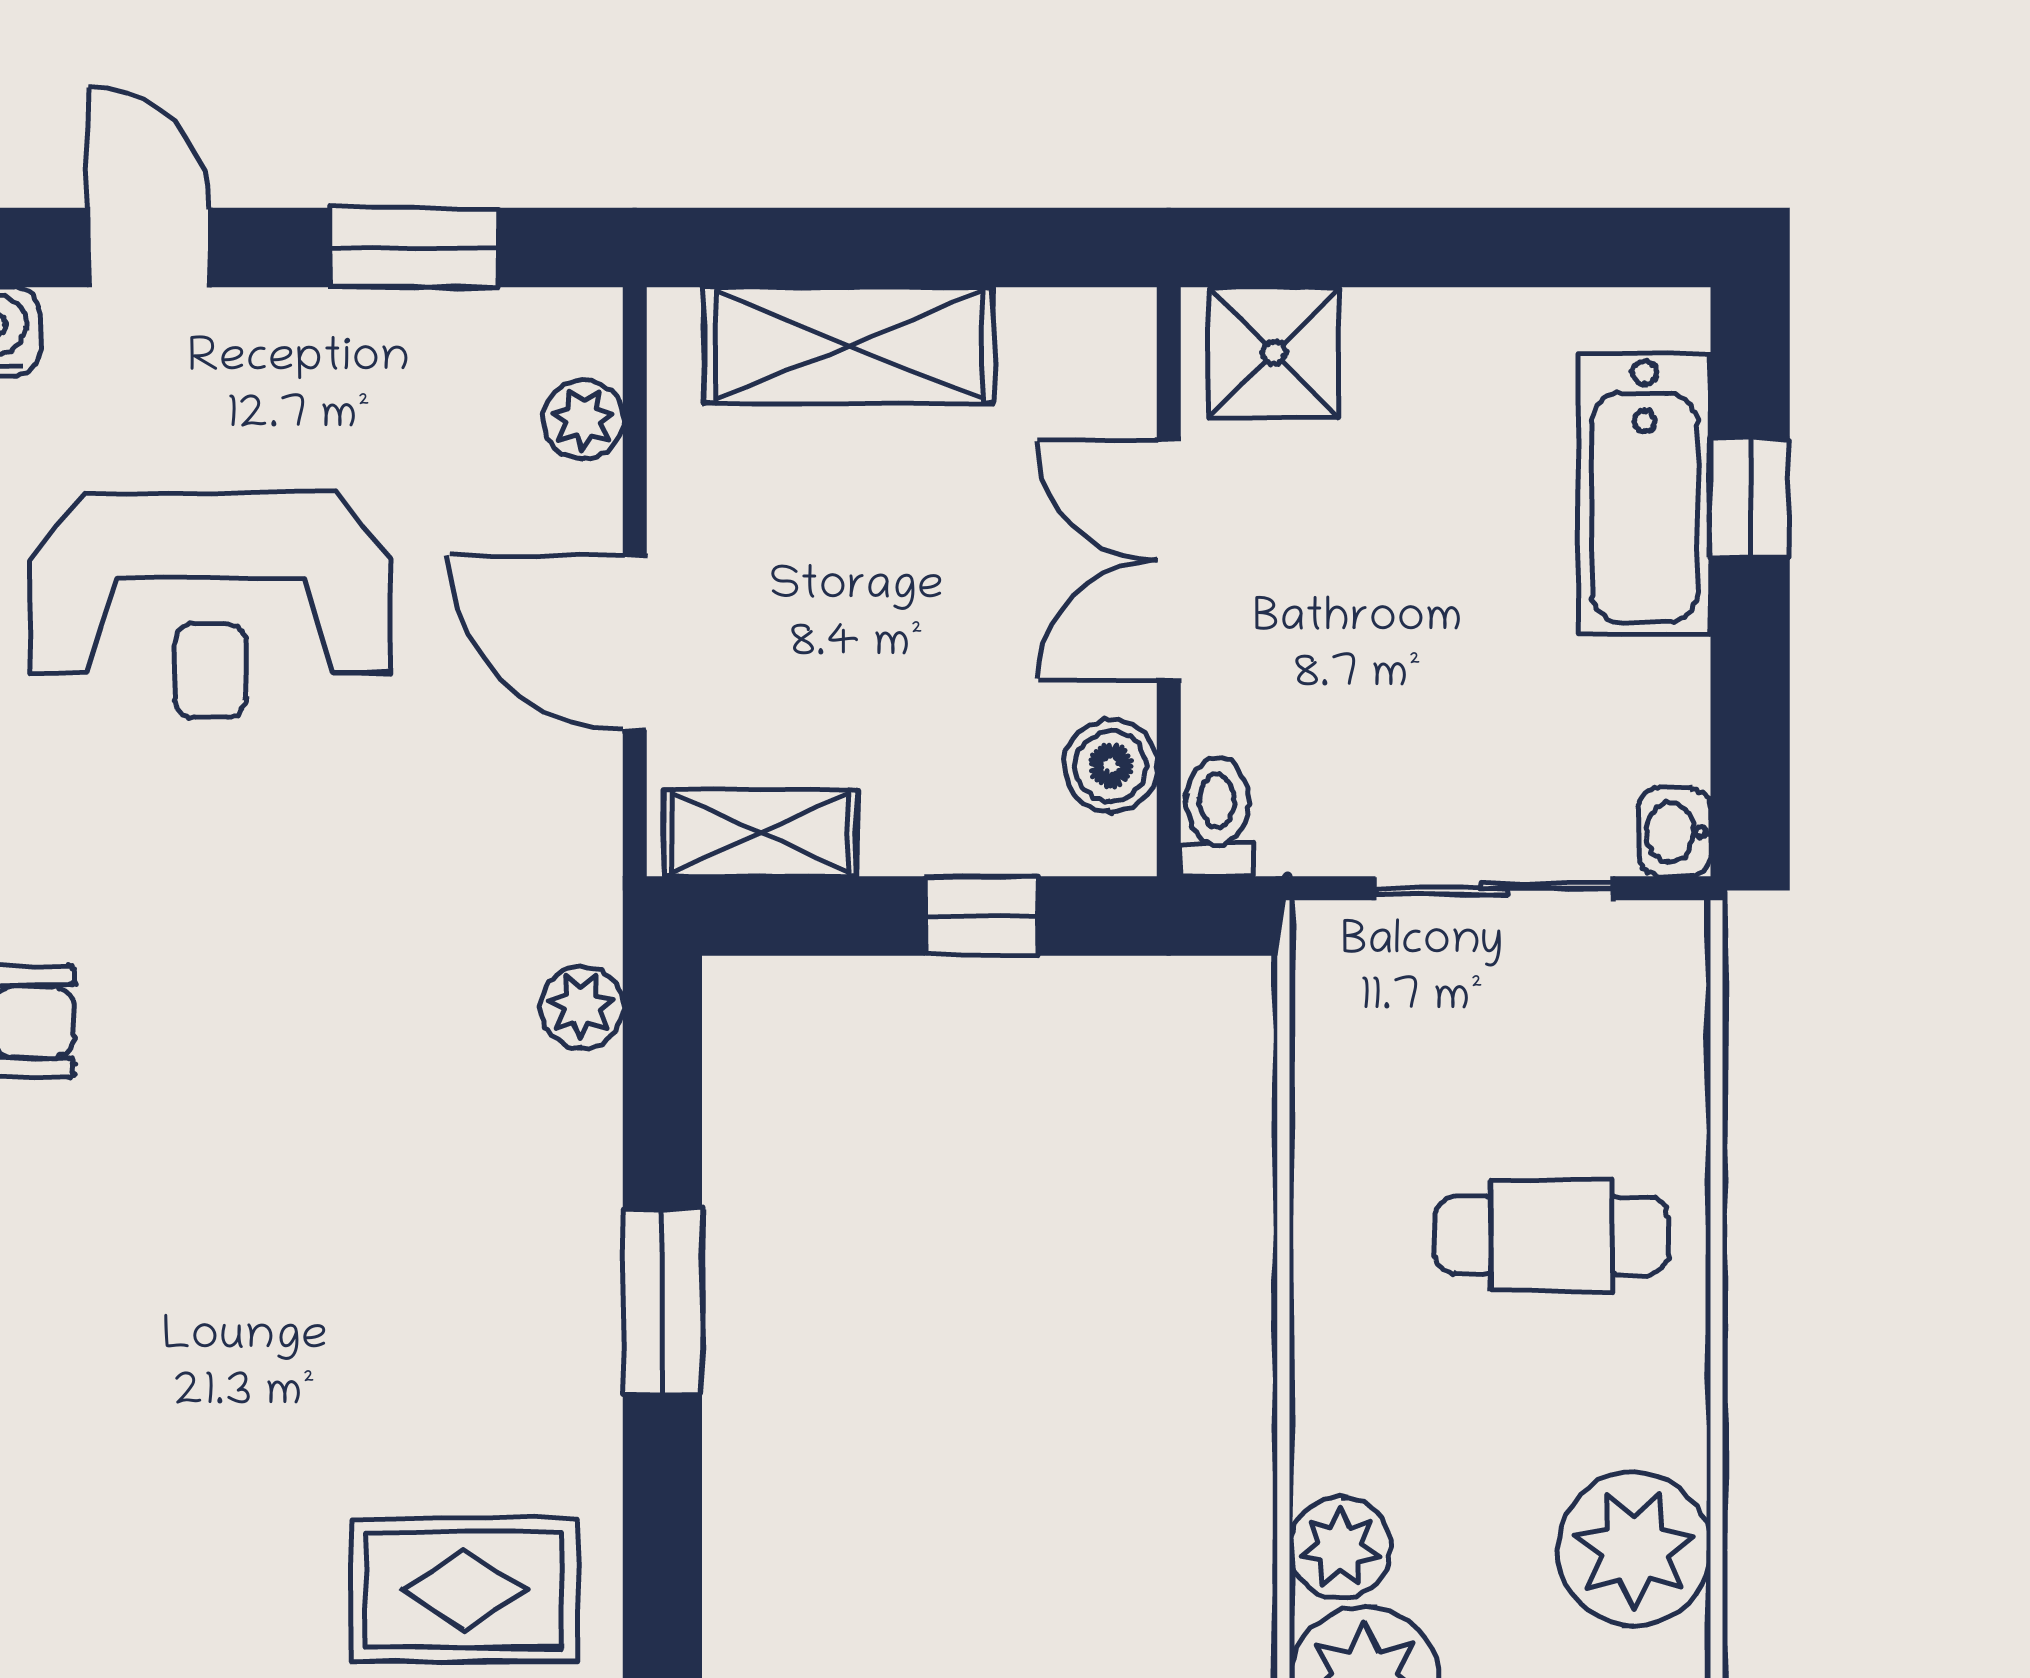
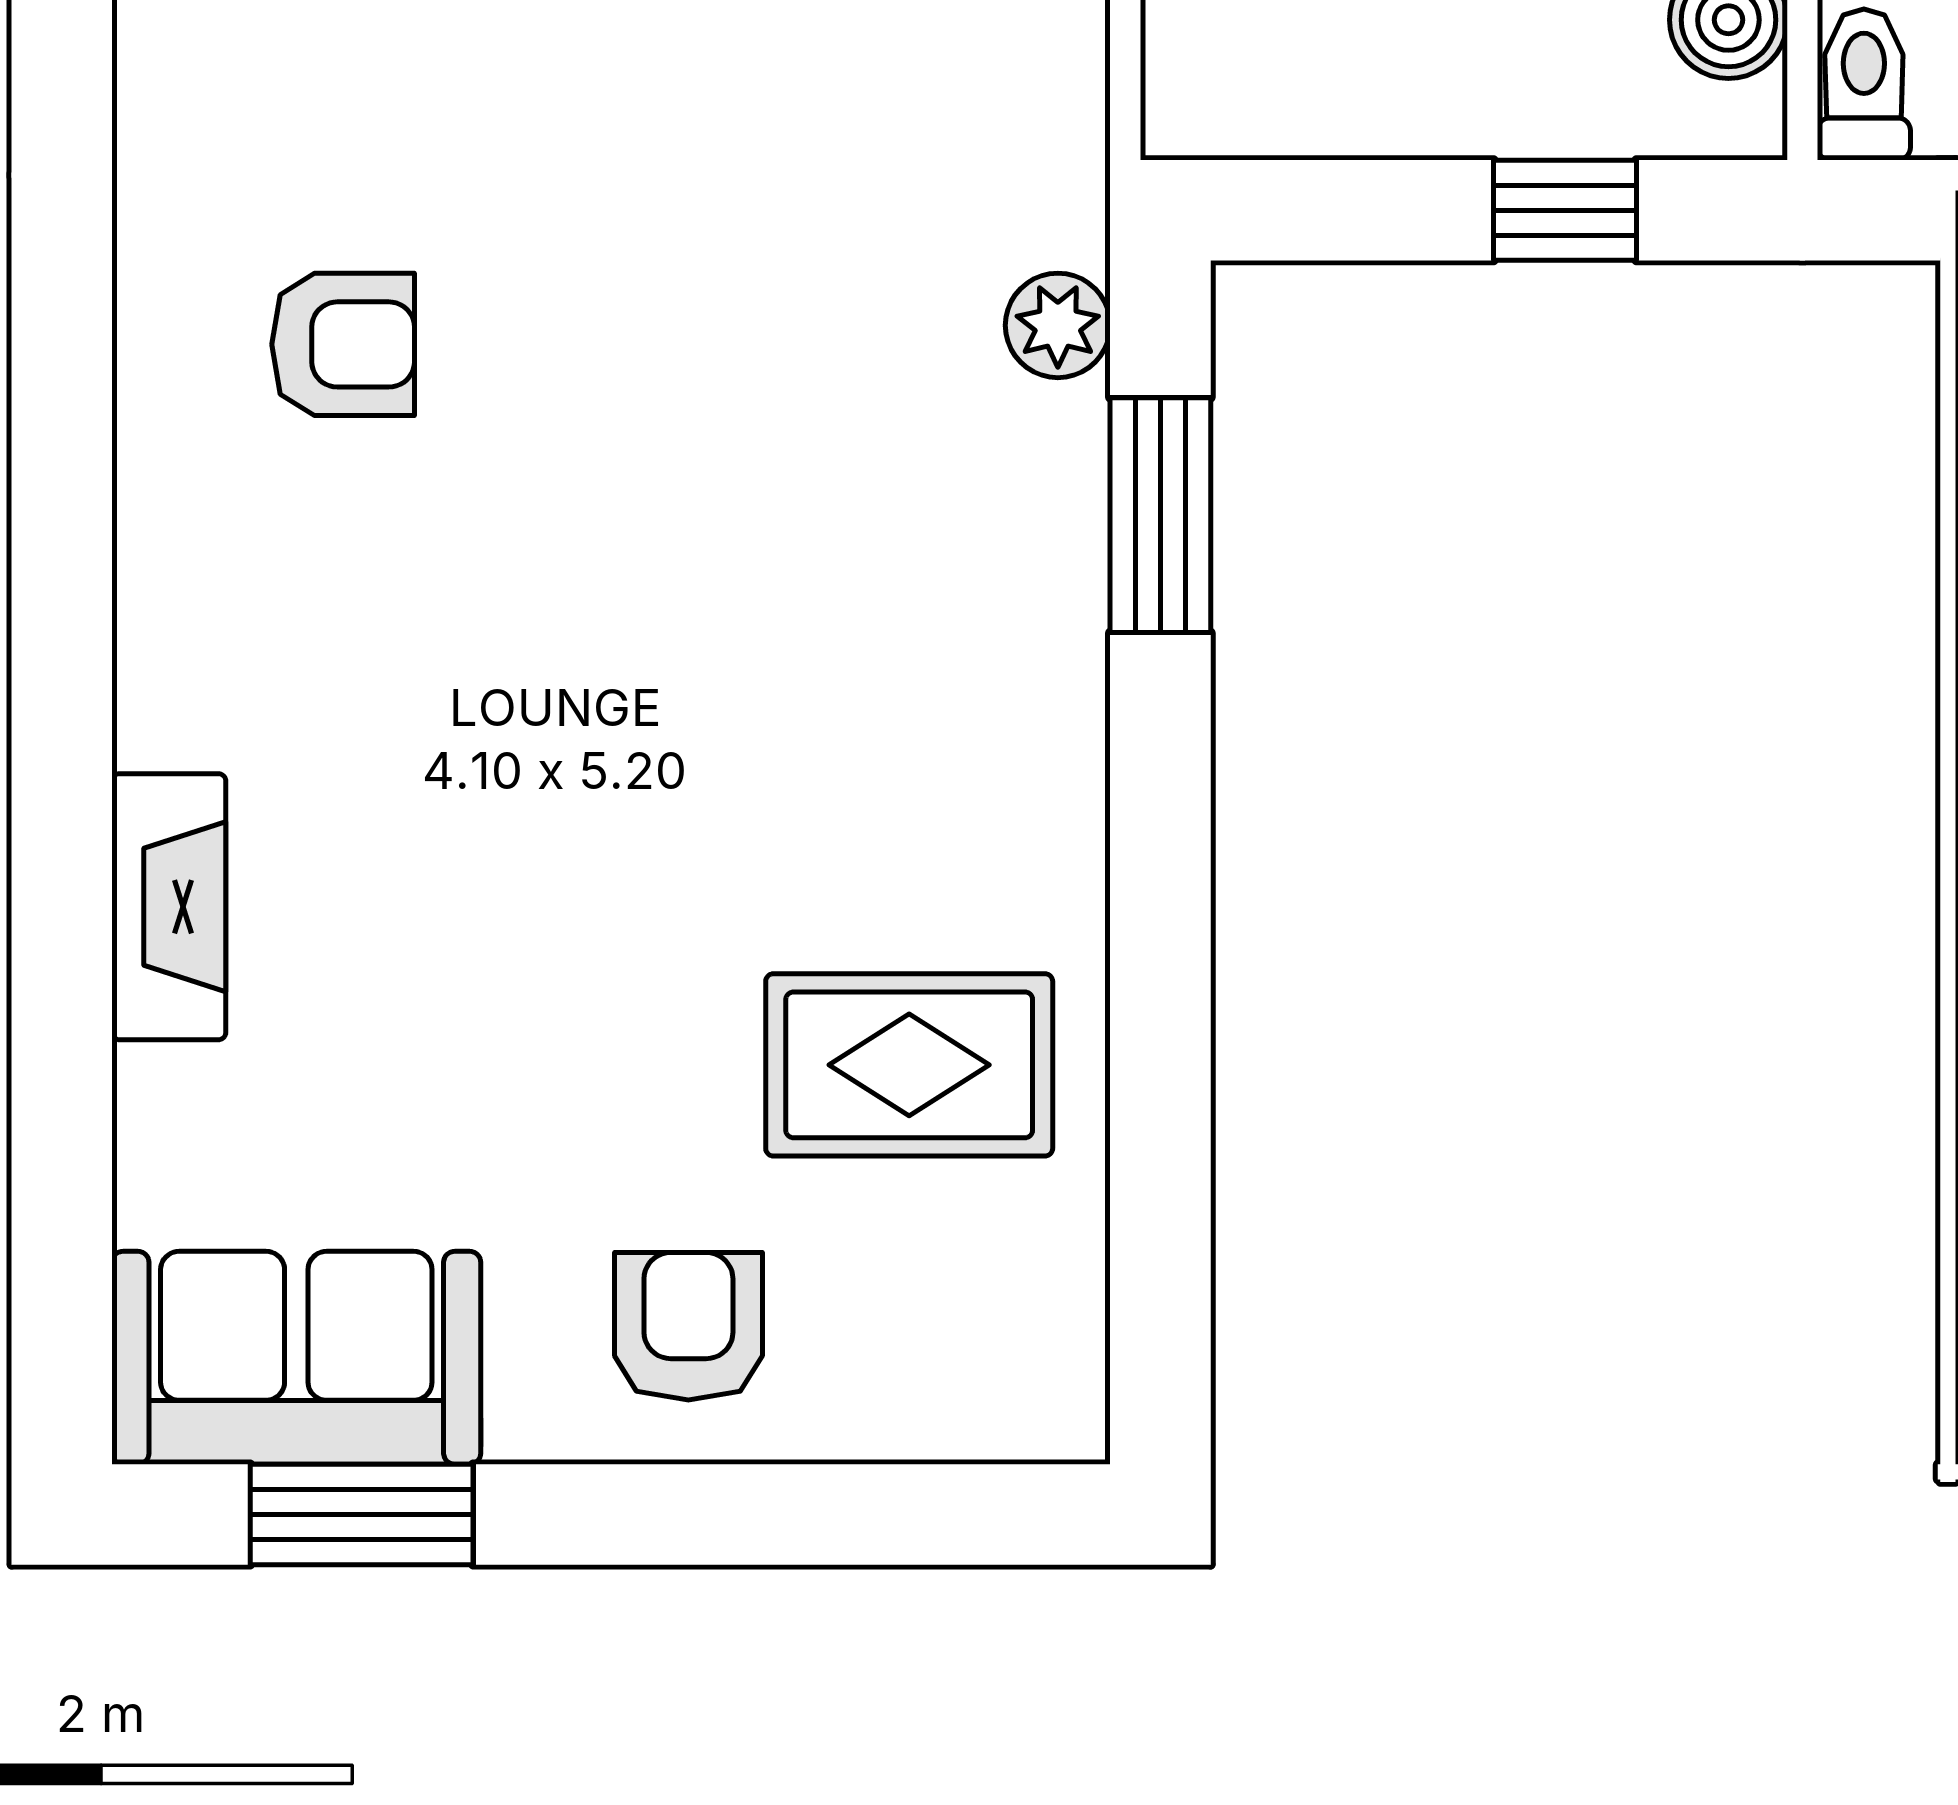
shelving: (760, 833) -> (1284, 105), removed
window: (662, 1302) -> (1160, 515), moved

